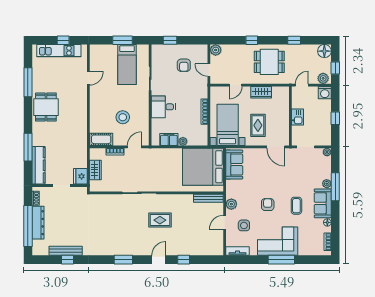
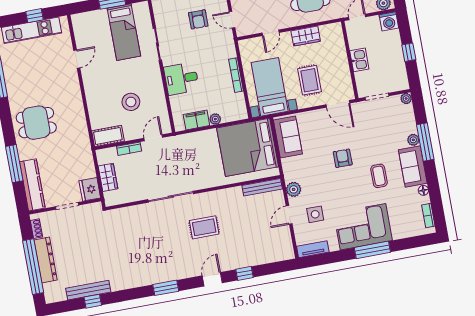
dining table: (46, 107) -> (36, 123), moved, turned 90
armchair: (268, 205) -> (343, 158), moved

